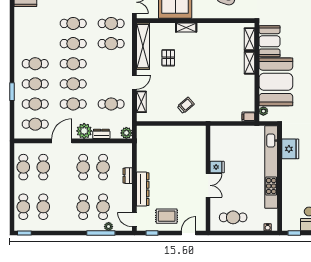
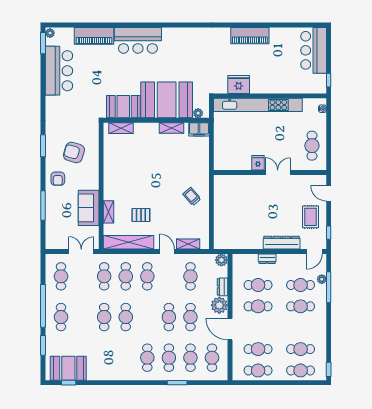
shelving: (186, 27) -> (108, 212), moved
shelving: (250, 63) -> (171, 128), moved
cafe table: (73, 64) -> (147, 276), moved
filing cabinet: (248, 117) -> (199, 129), width x2.00

